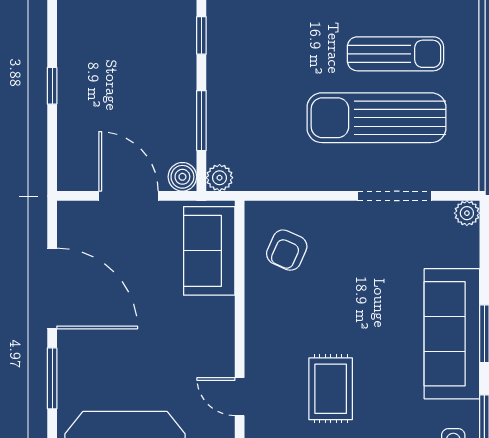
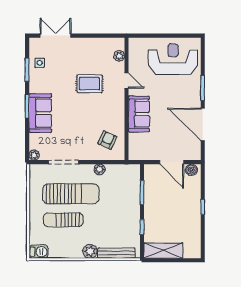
boiler: (182, 177) -> (191, 170), moved
plant: (220, 178) -> (100, 169), moved
sofa: (209, 251) -> (139, 114), moved
sofa: (452, 334) -> (40, 113), width x0.73
rug: (331, 389) -> (90, 84), turned 90

